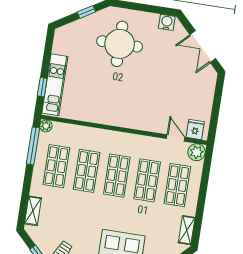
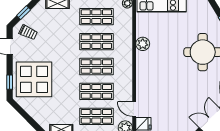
plant: (98, 115) -> (143, 44), added
door: (176, 138) -> (134, 109), swing flipped

